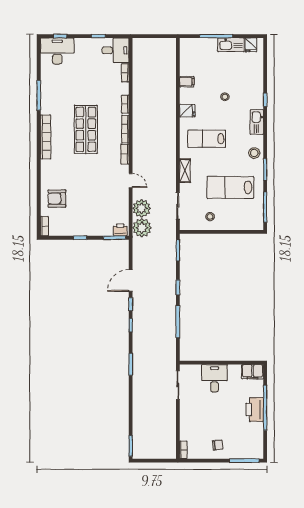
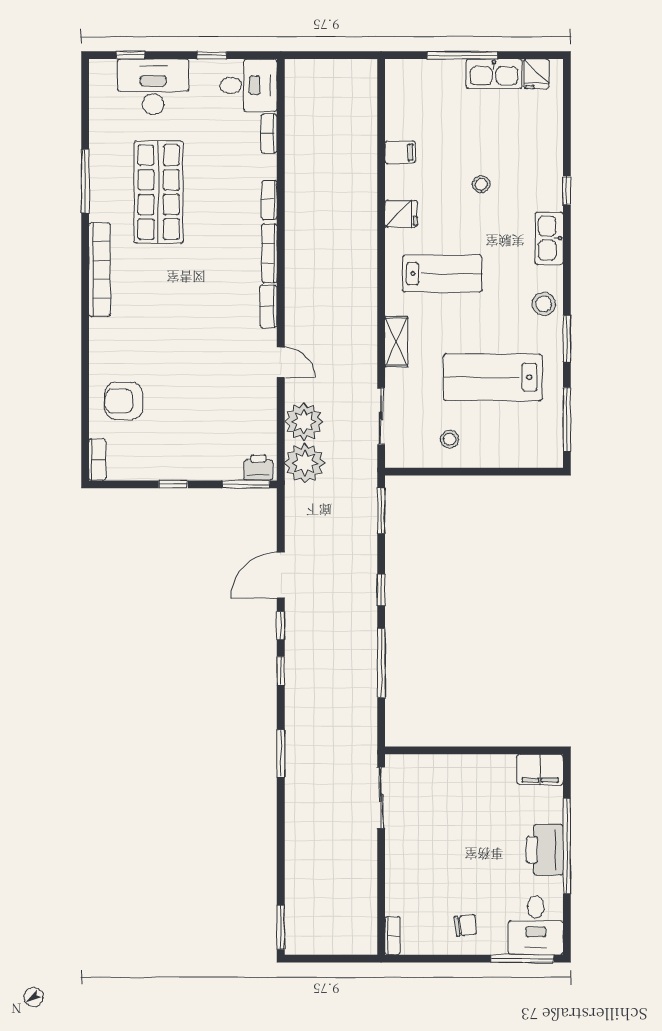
desk: (57, 51) -> (153, 87), moved
shop shelf: (86, 129) -> (159, 192), moved
lab bench: (207, 139) -> (442, 274), turned 180
desk: (214, 378) -> (536, 925), moved, turned 180

